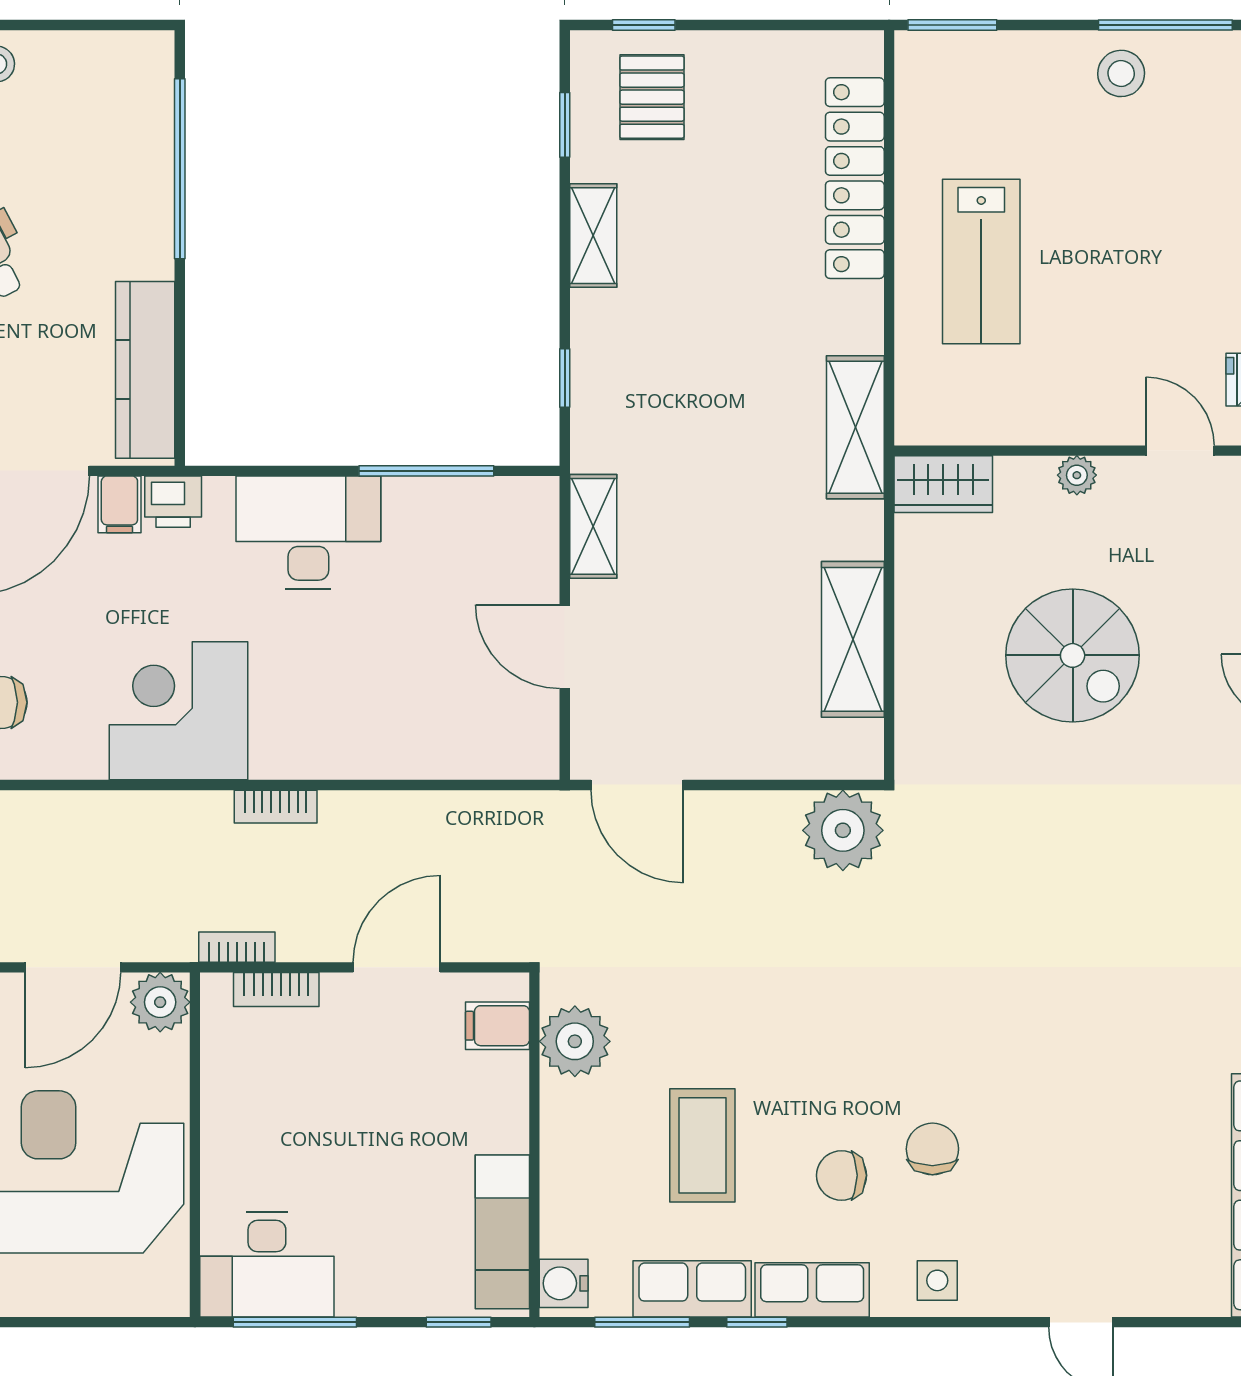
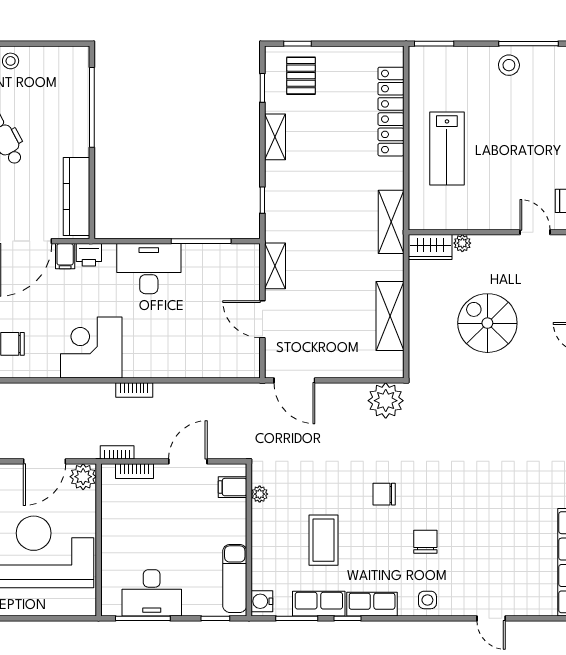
plant: (1077, 475) -> (462, 243), moved
spiral stairs: (1073, 655) -> (487, 323), turned 180
plant: (575, 1041) -> (260, 494), width x0.53, depth x0.53
chair: (841, 1175) -> (384, 494), moved
desk: (267, 1264) -> (152, 593), moved

